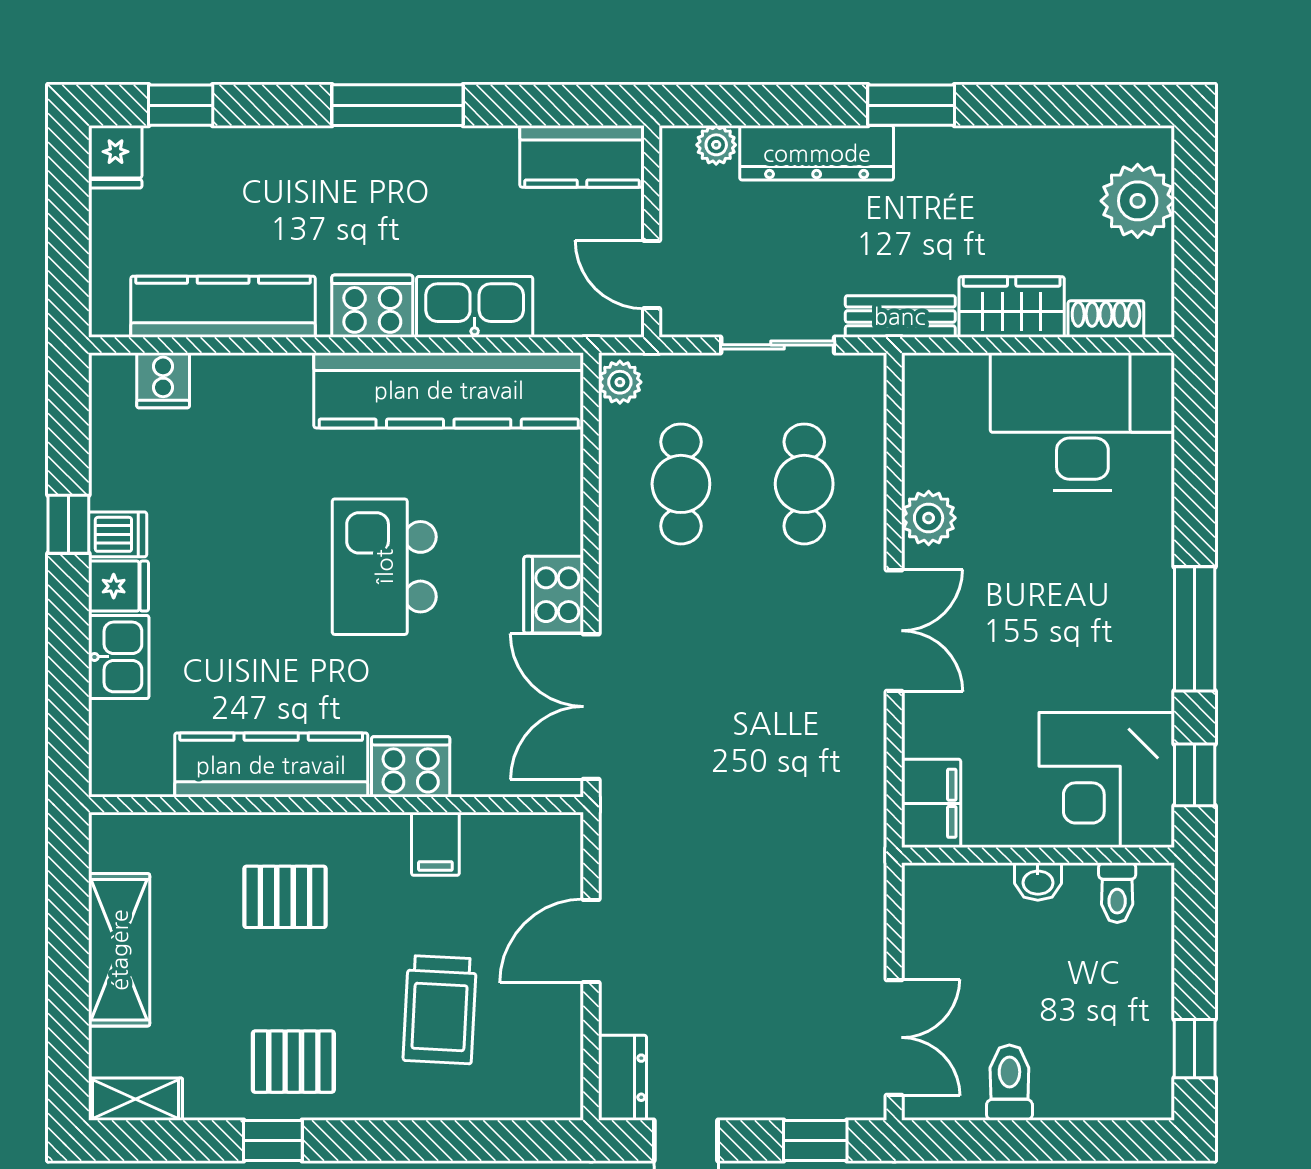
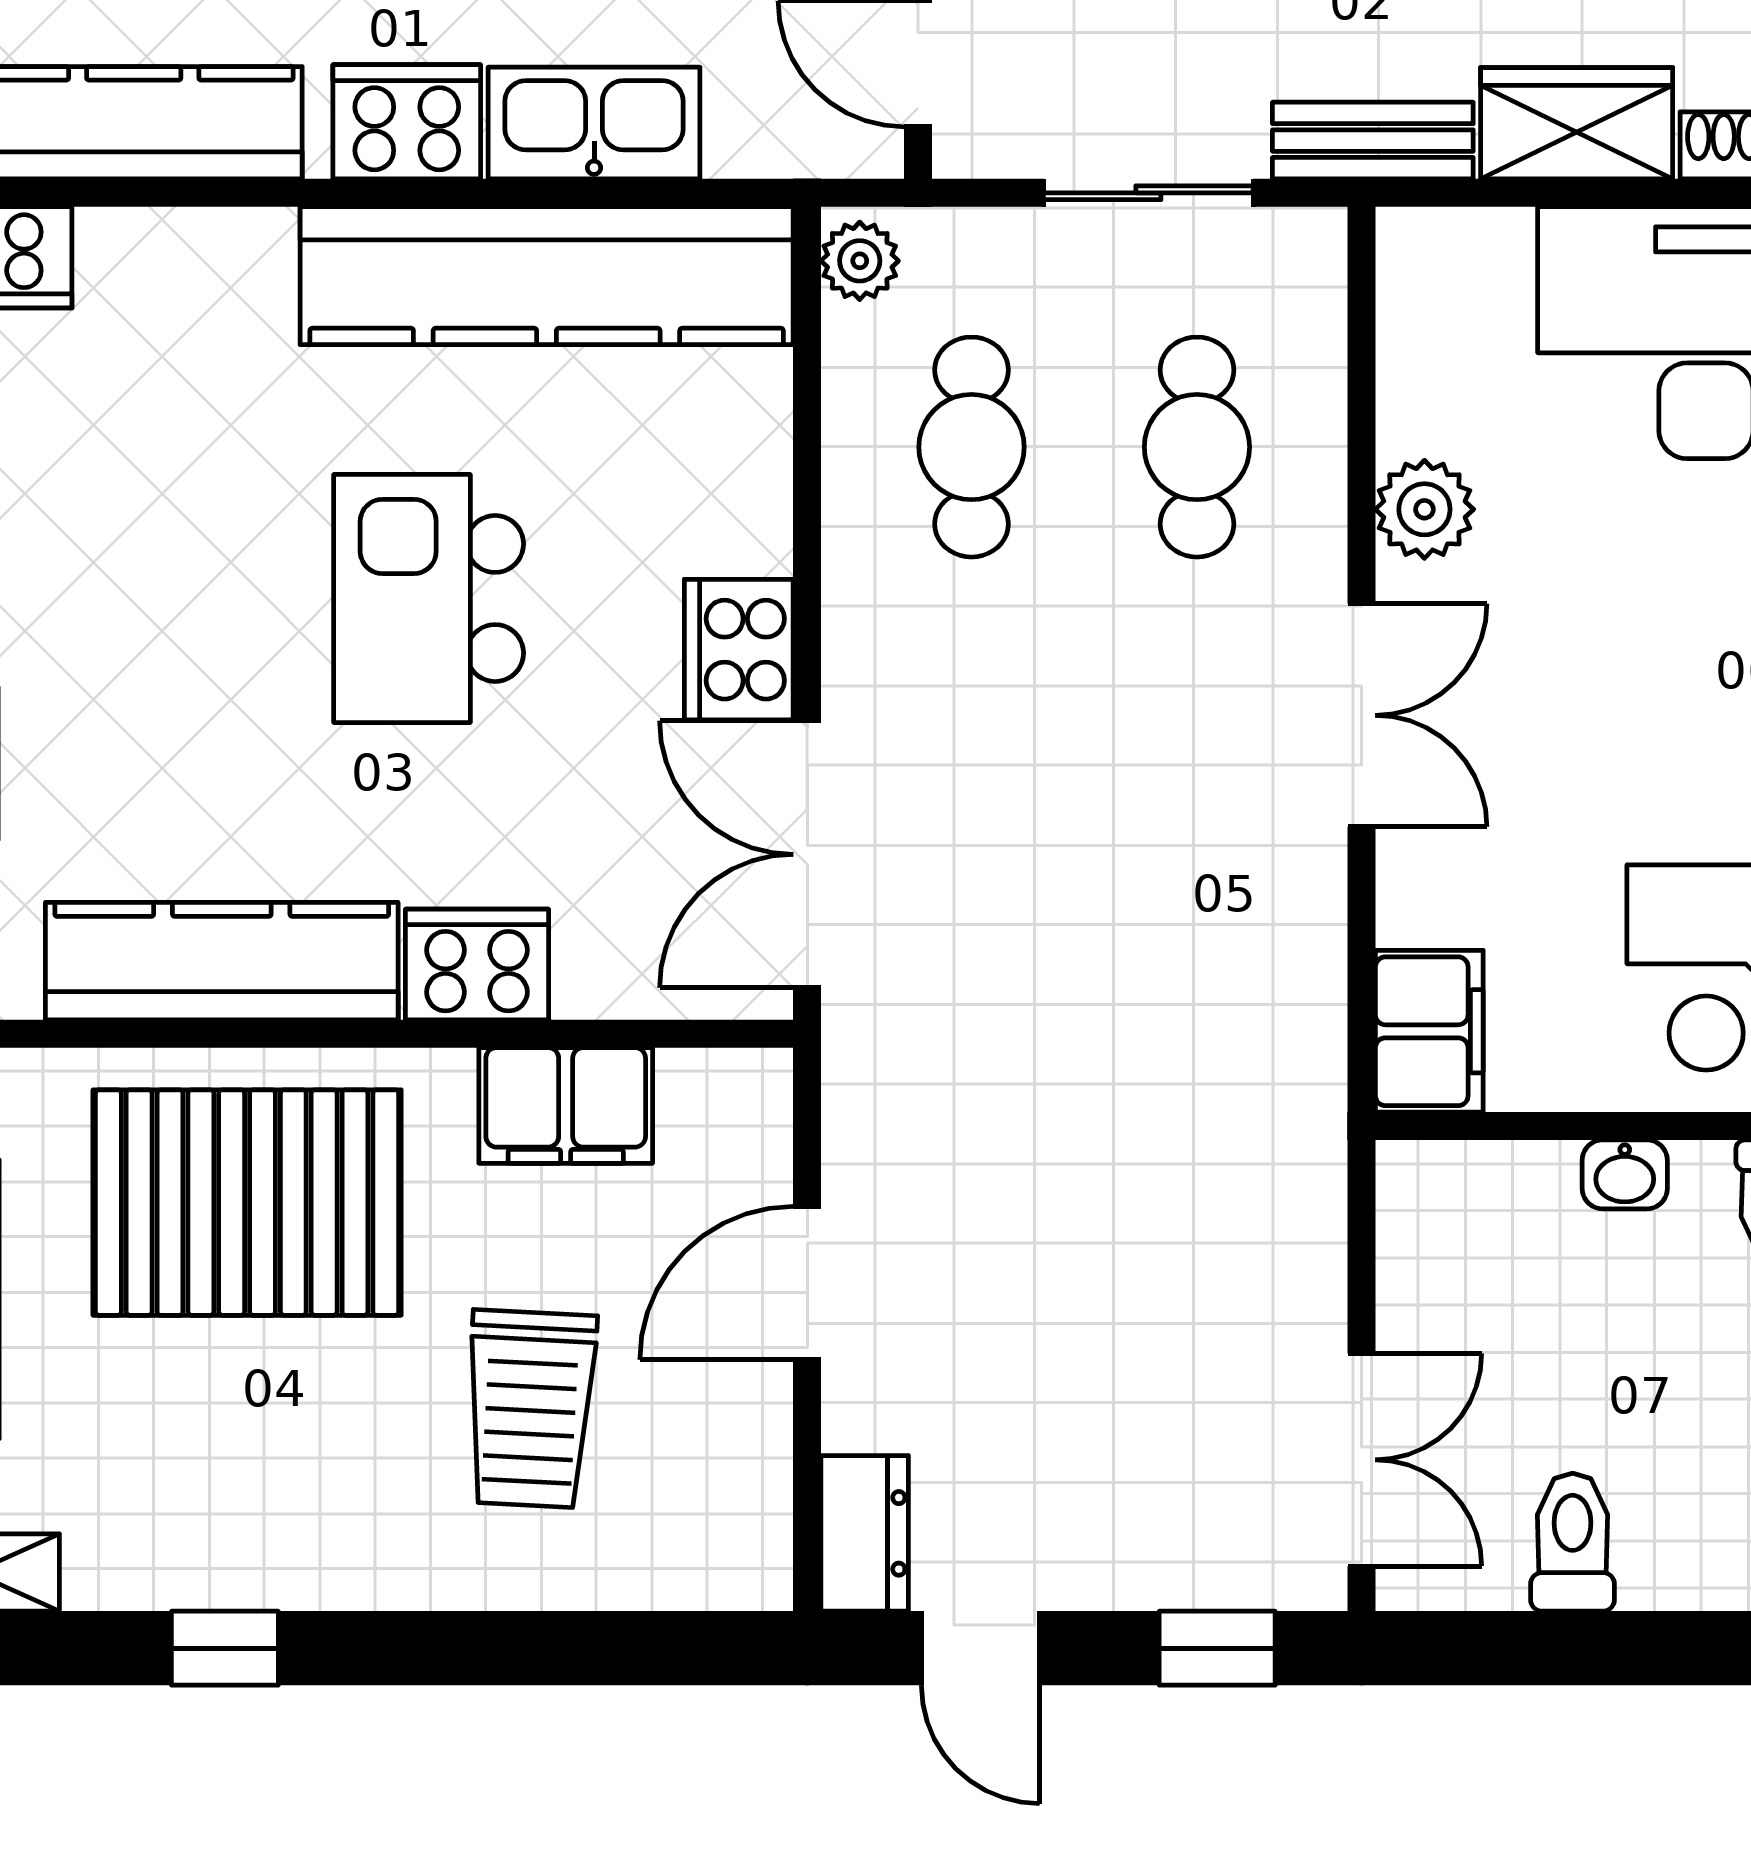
filing cabinet: (435, 844) -> (566, 1105), width x2.00
pallet: (285, 897) -> (247, 1203), width x2.05, depth x2.00
pallet: (293, 1062) -> (262, 1504), removed

